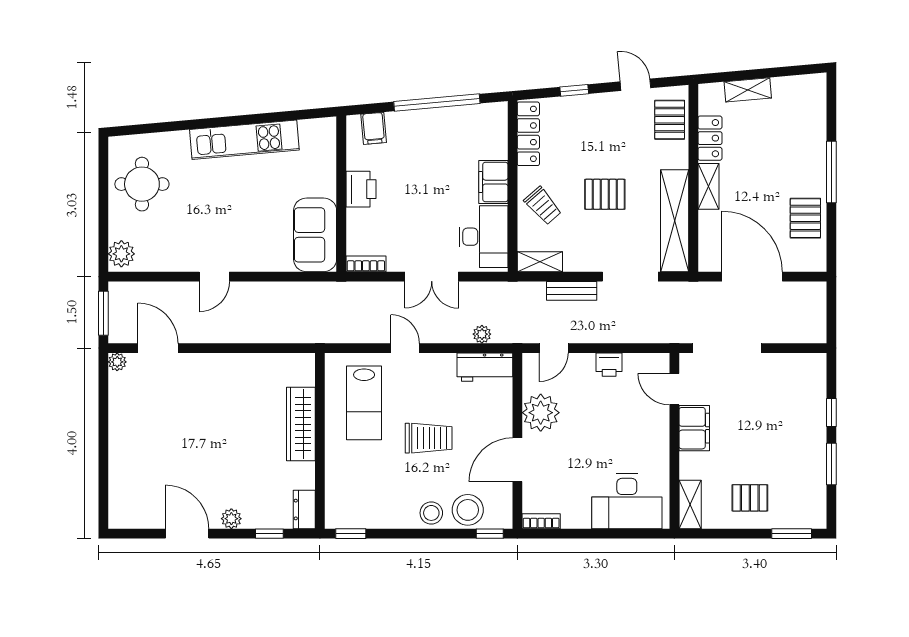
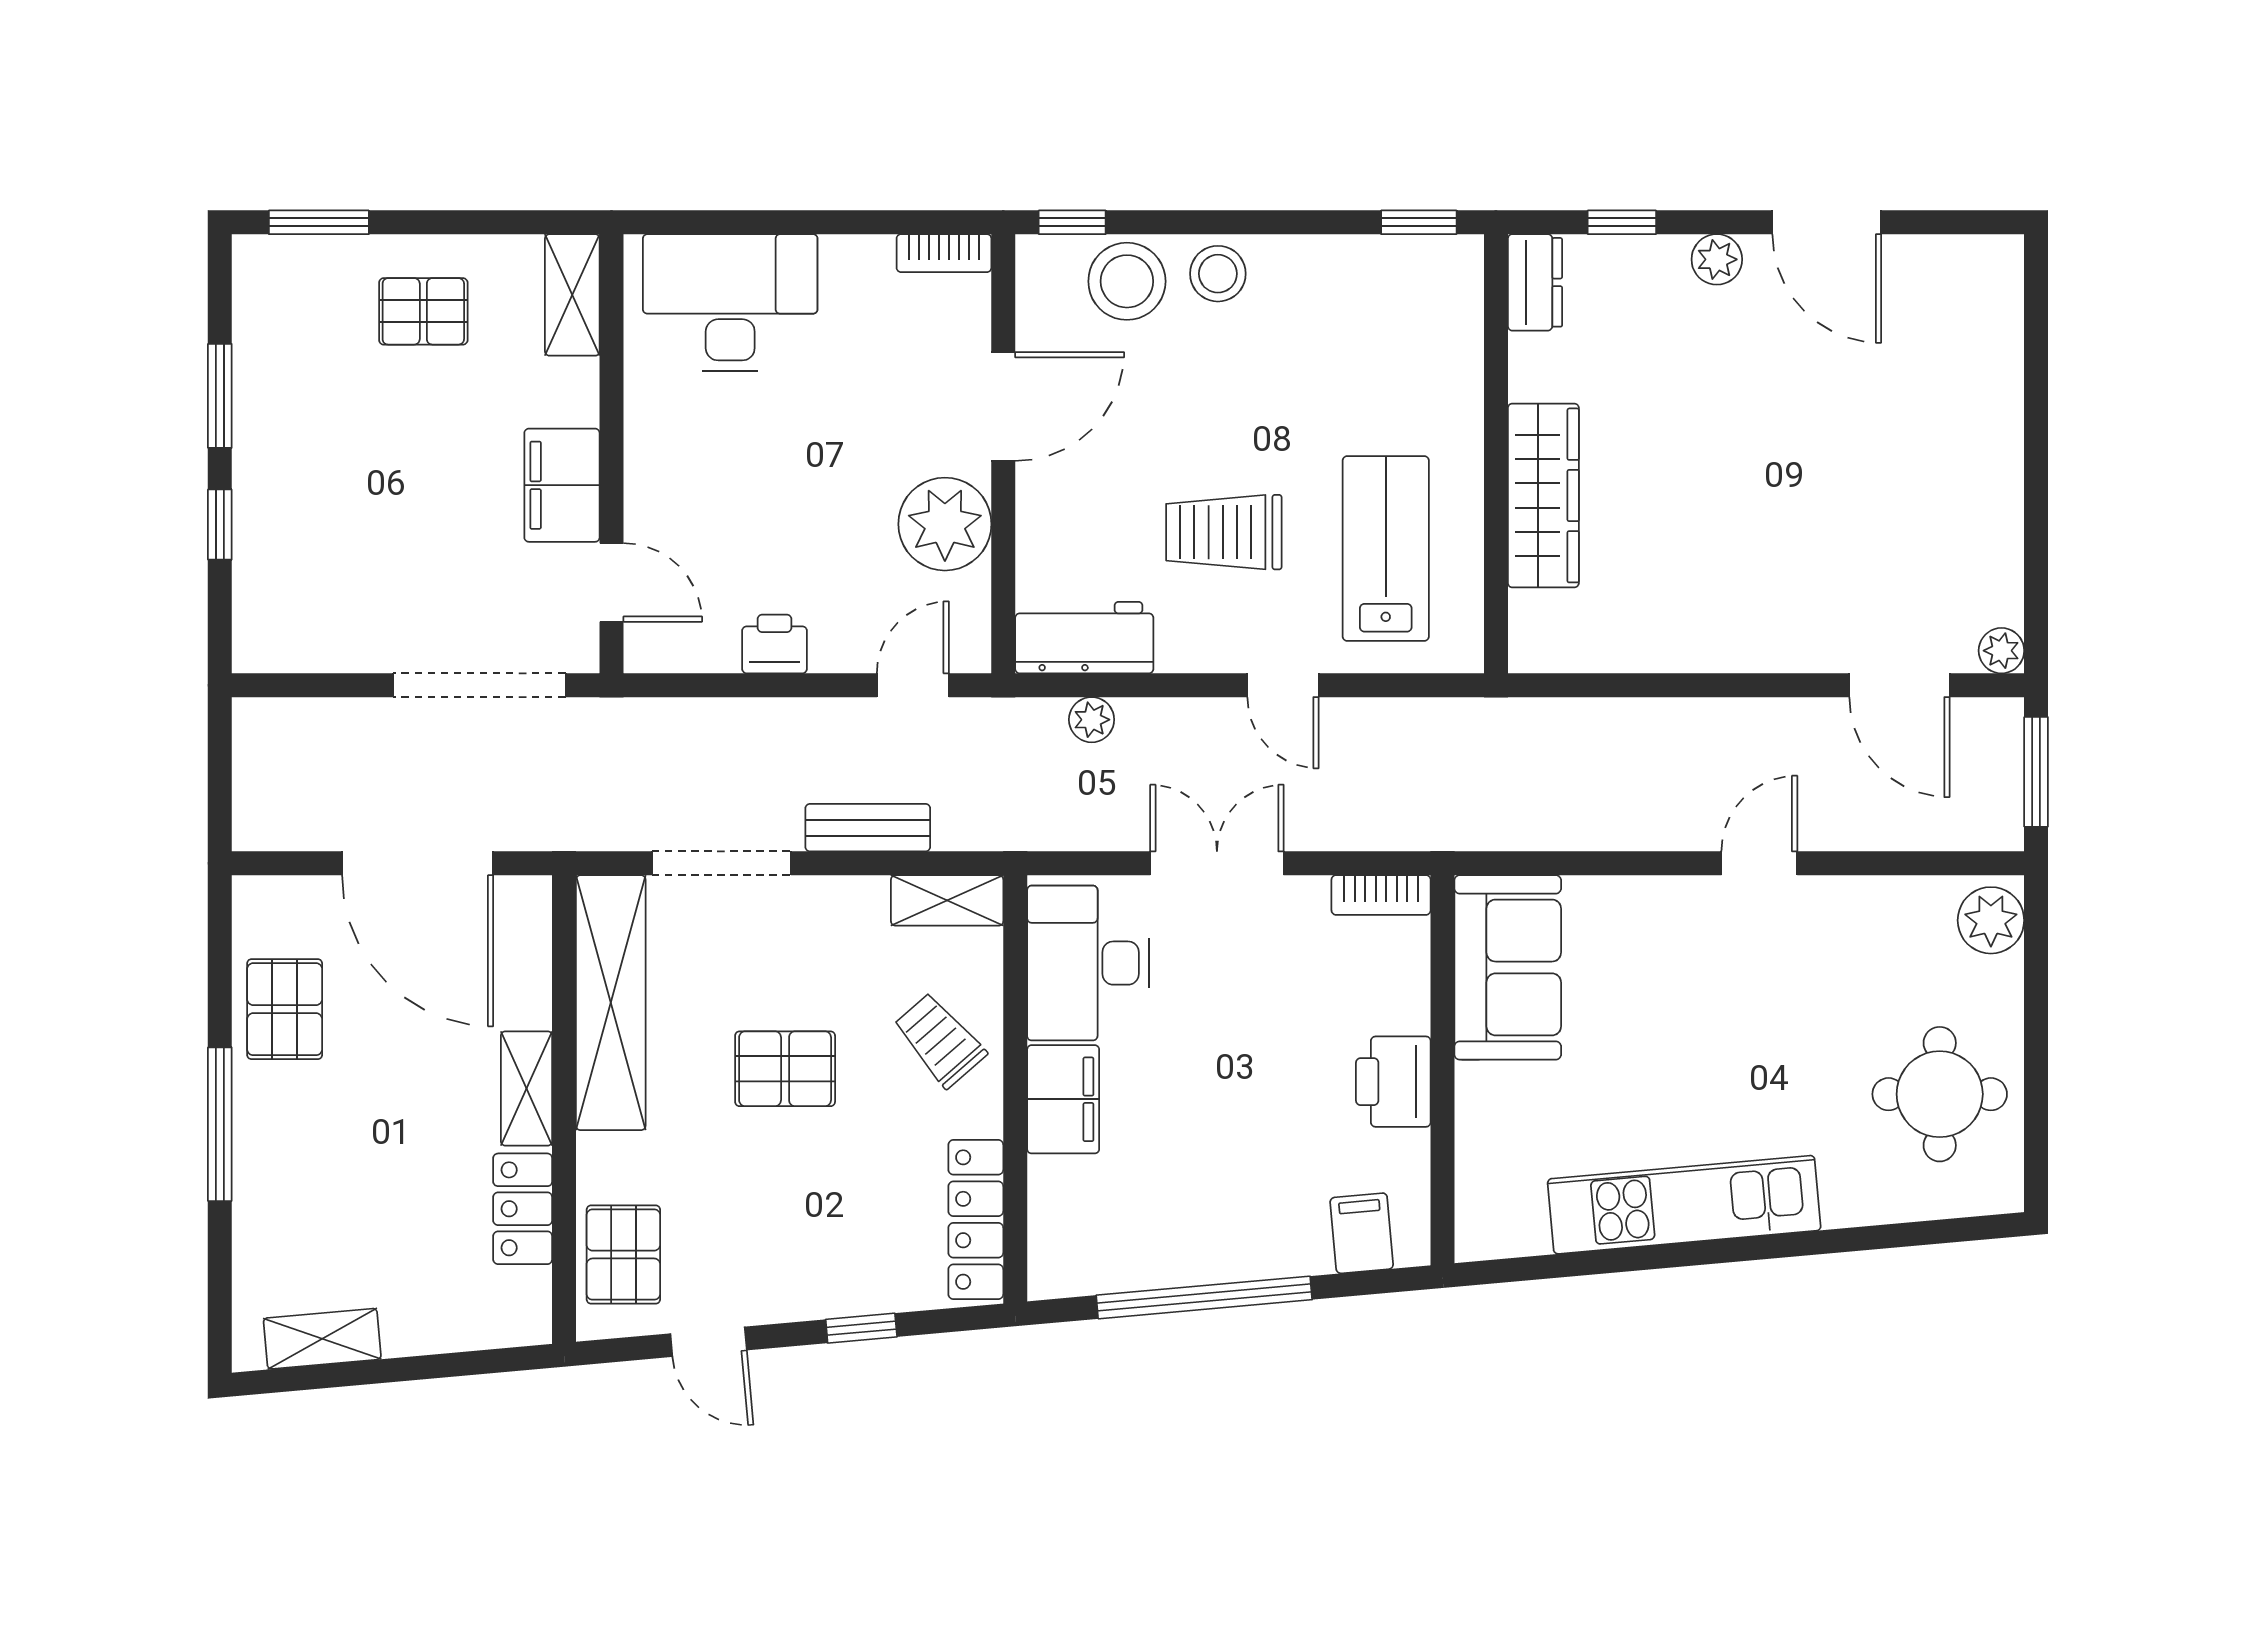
shelving: (748, 90) -> (322, 1339), moved
trolley: (429, 438) -> (1224, 532), moved

